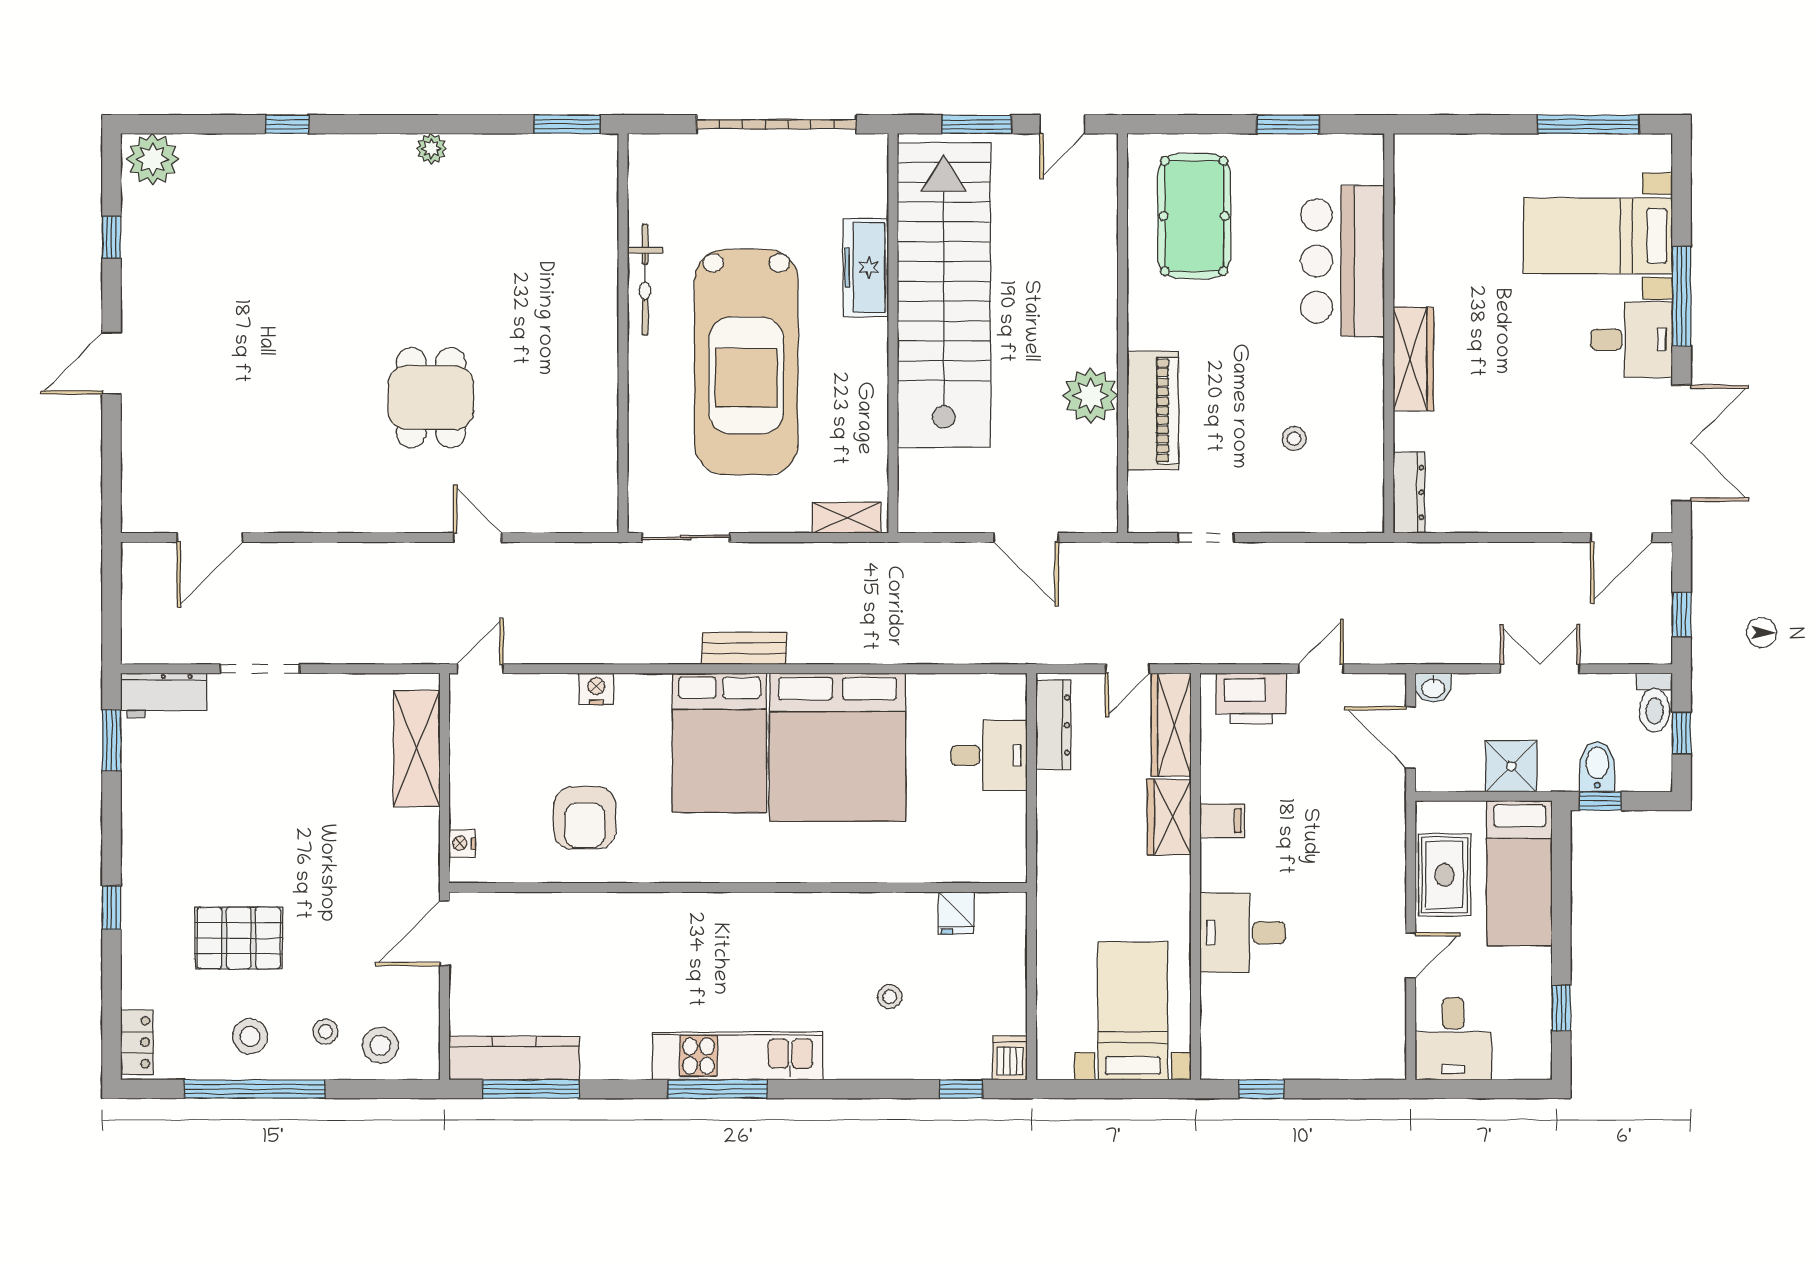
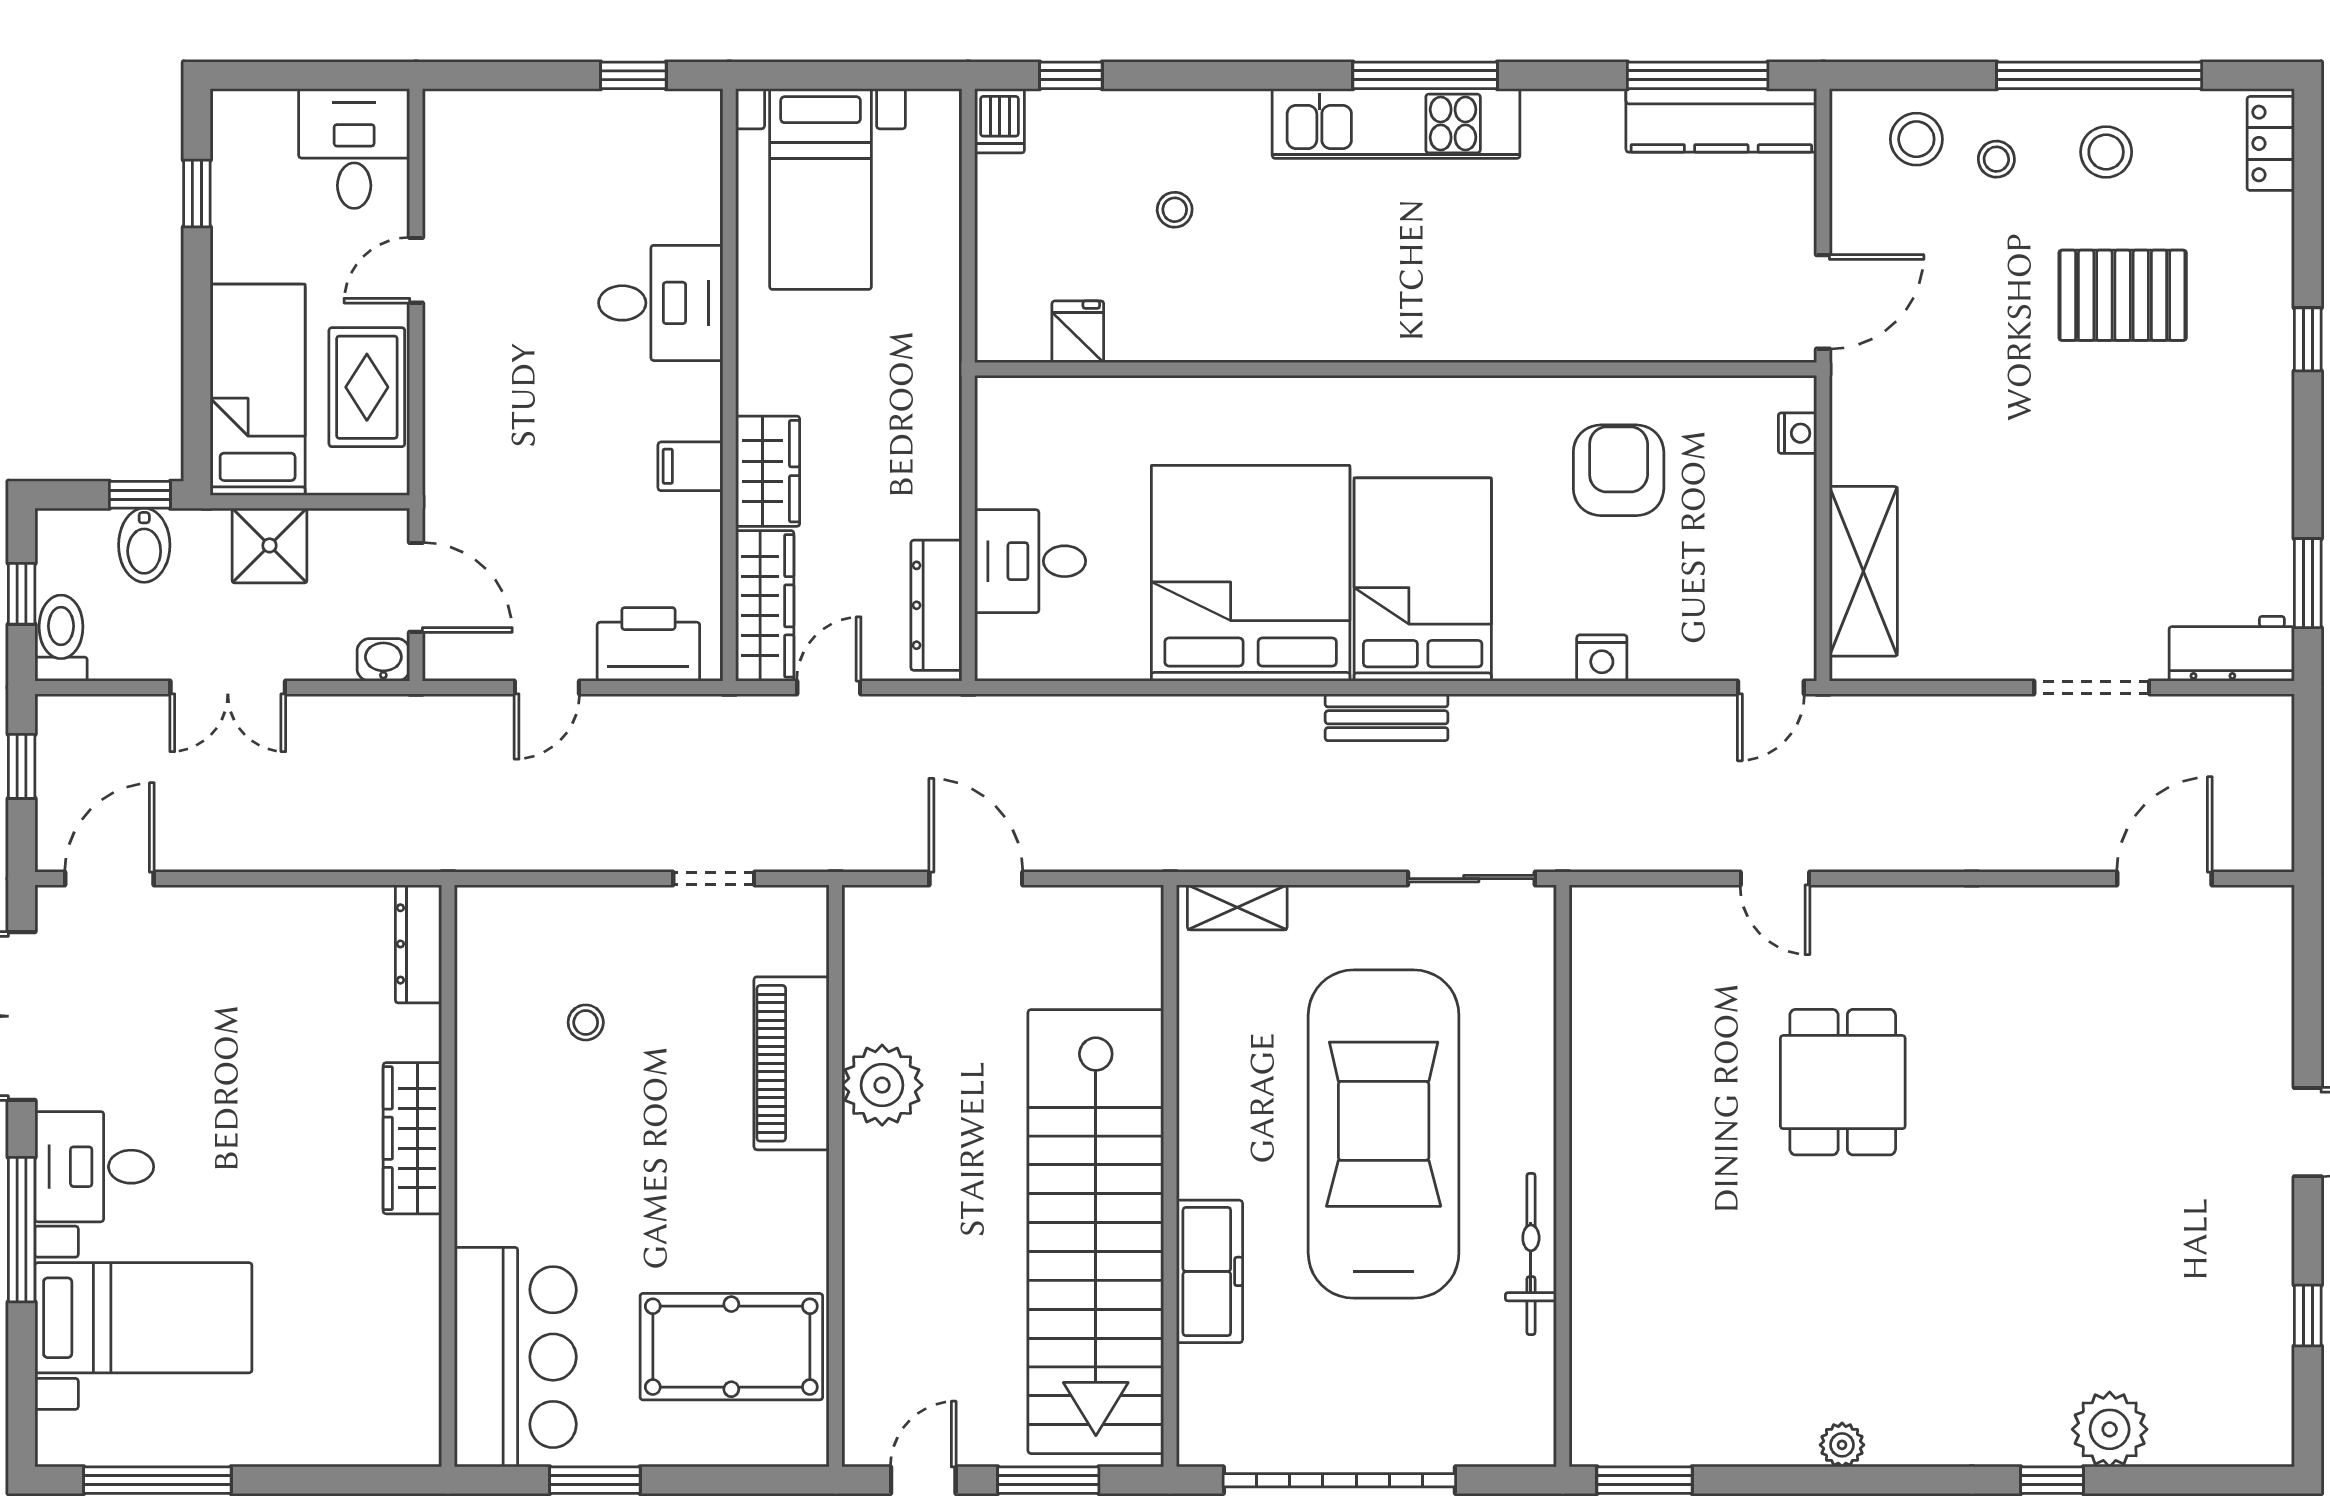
plant: (153, 159) -> (2110, 1429), moved
pool table: (1194, 216) -> (731, 1347), turned 90
bar counter: (1343, 261) -> (515, 1357), moved

